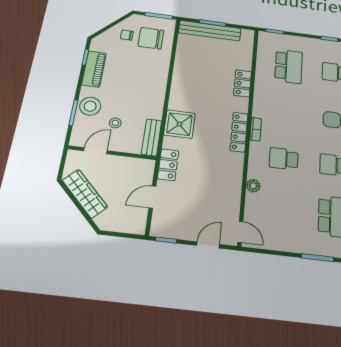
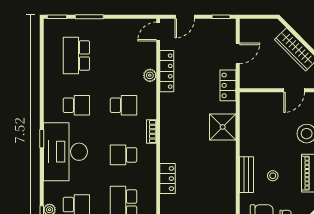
school desk: (286, 111) -> (124, 155), added
stool: (115, 123) -> (273, 176), moved
locker: (239, 132) -> (167, 71), moved
bench: (151, 137) -> (246, 175), moved
door: (240, 232) -> (158, 32), hinge flipped

